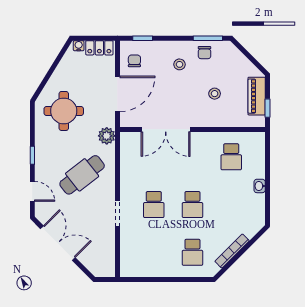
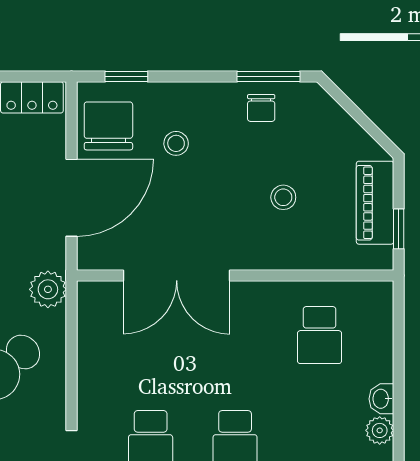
chair: (134, 61) -> (108, 126), width x1.87, depth x1.87
stool: (179, 64) -> (176, 143), moved
plant: (259, 201) -> (380, 430), added

